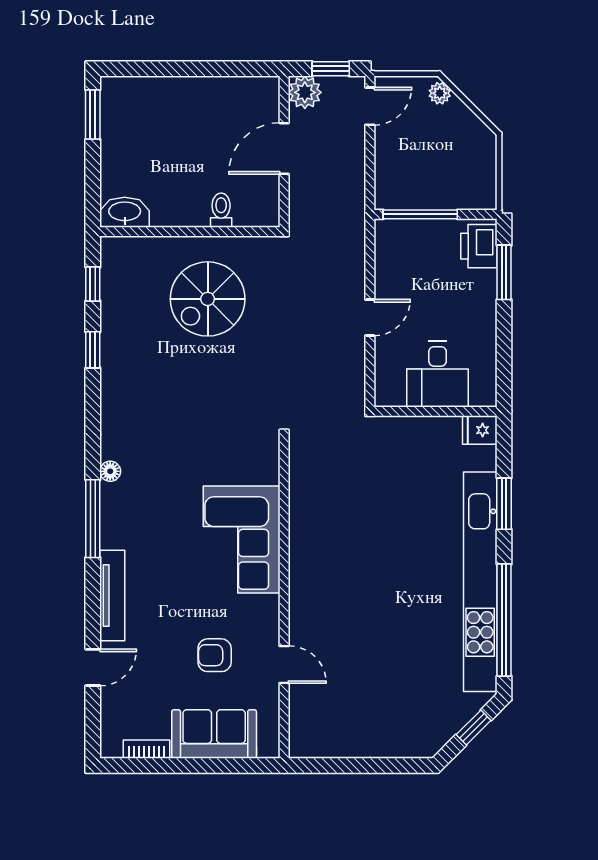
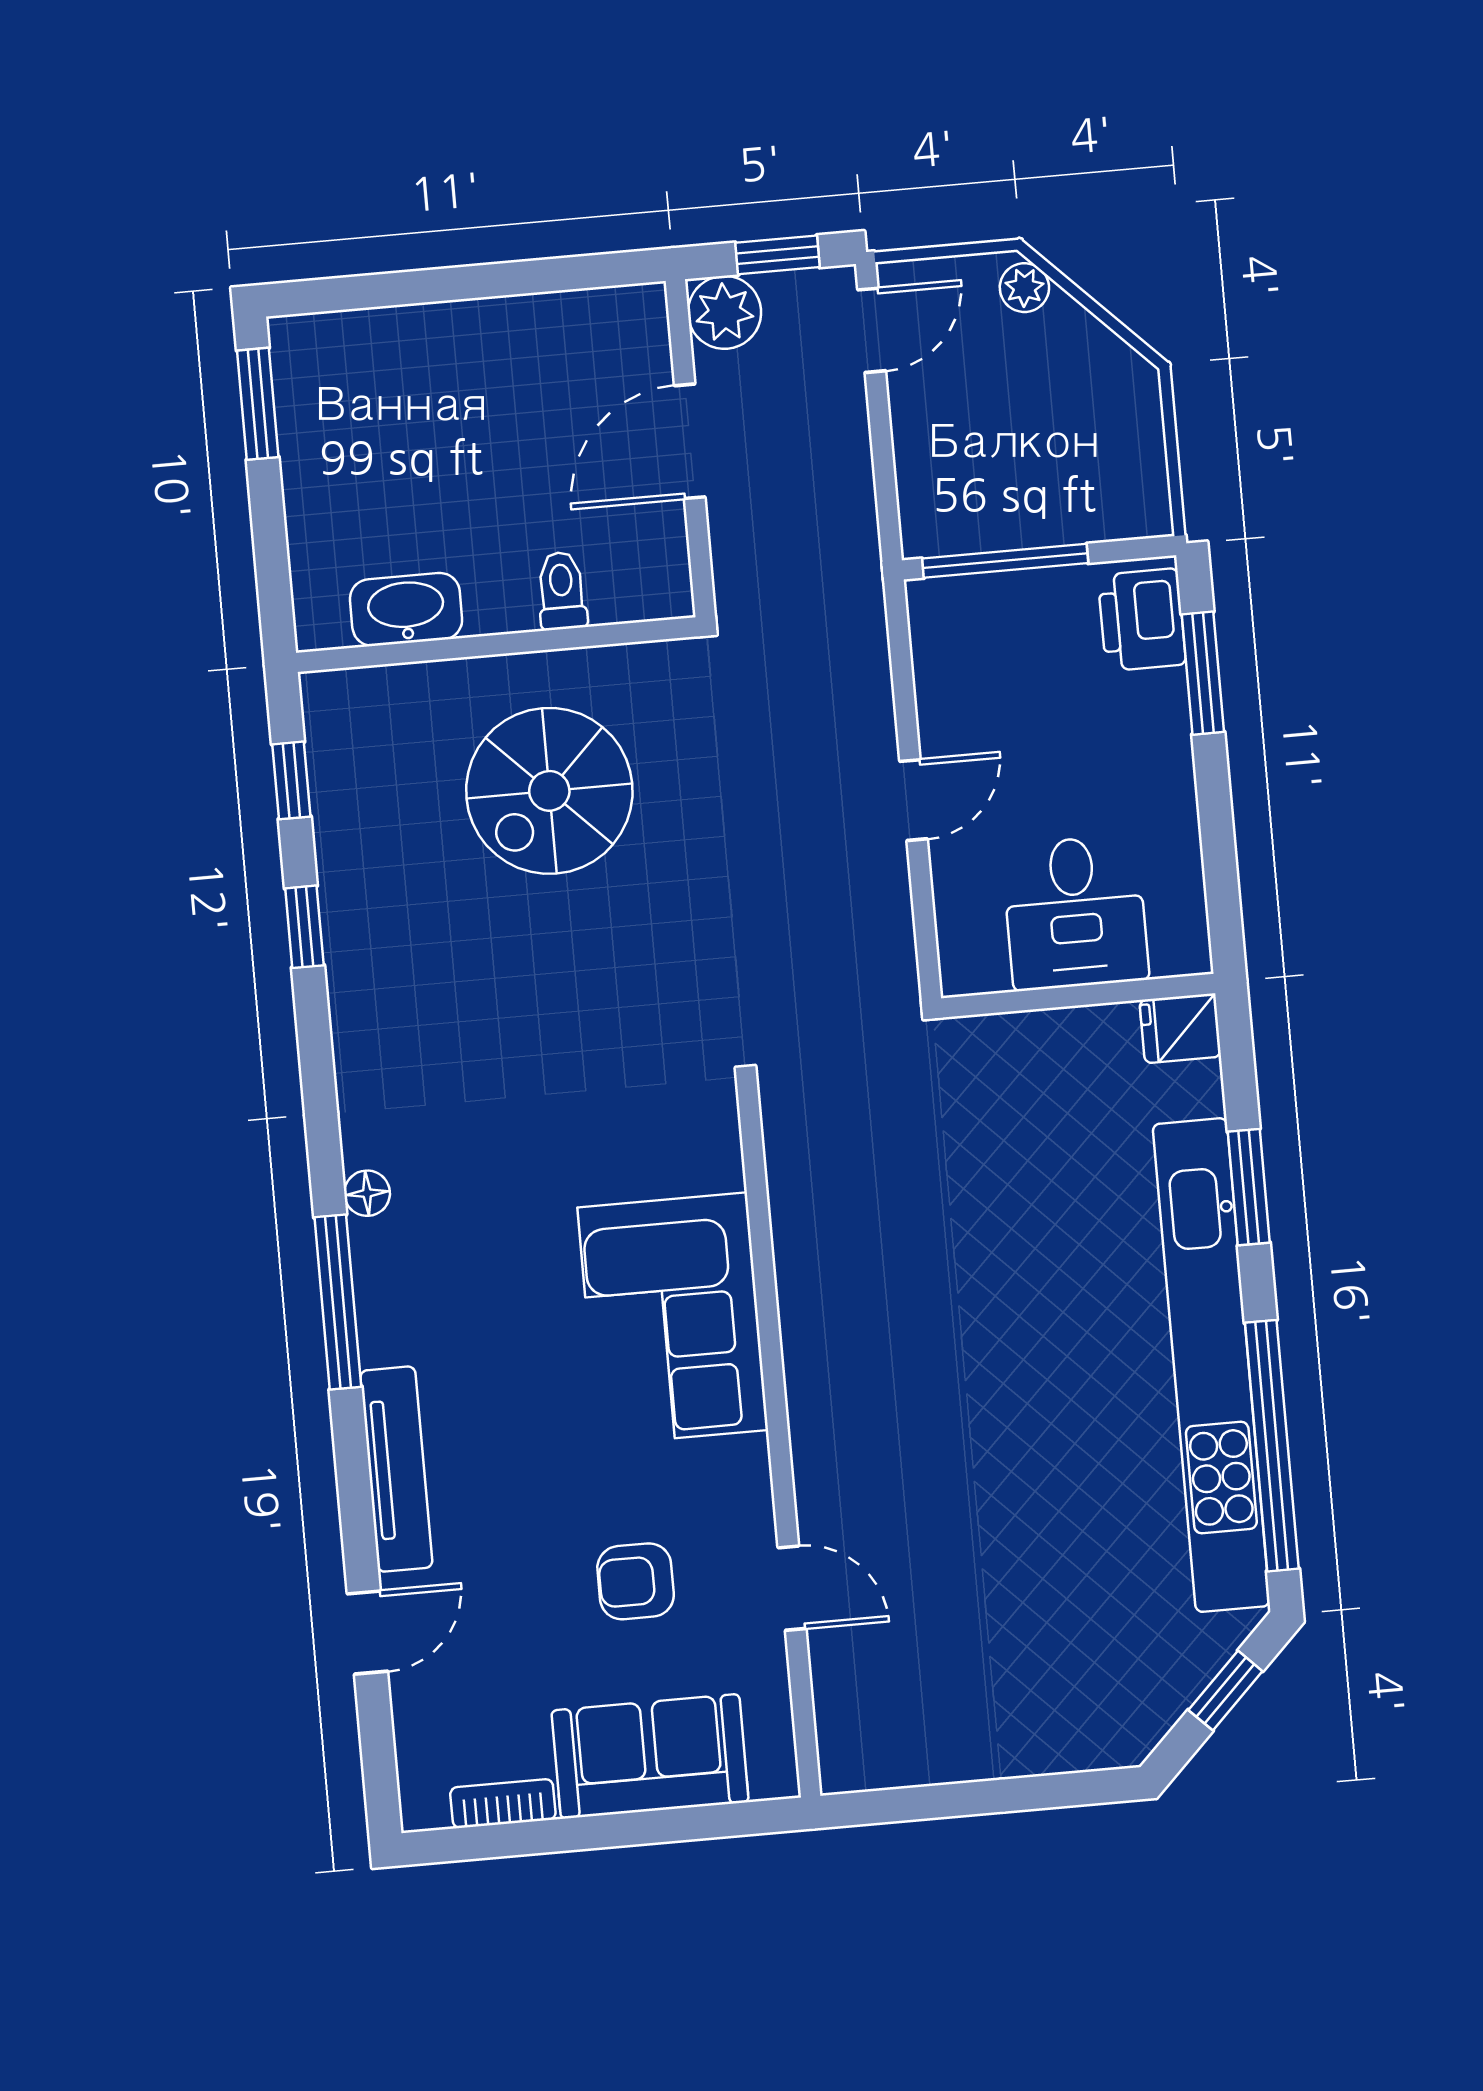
washbasin: (125, 212) -> (406, 609), moved

